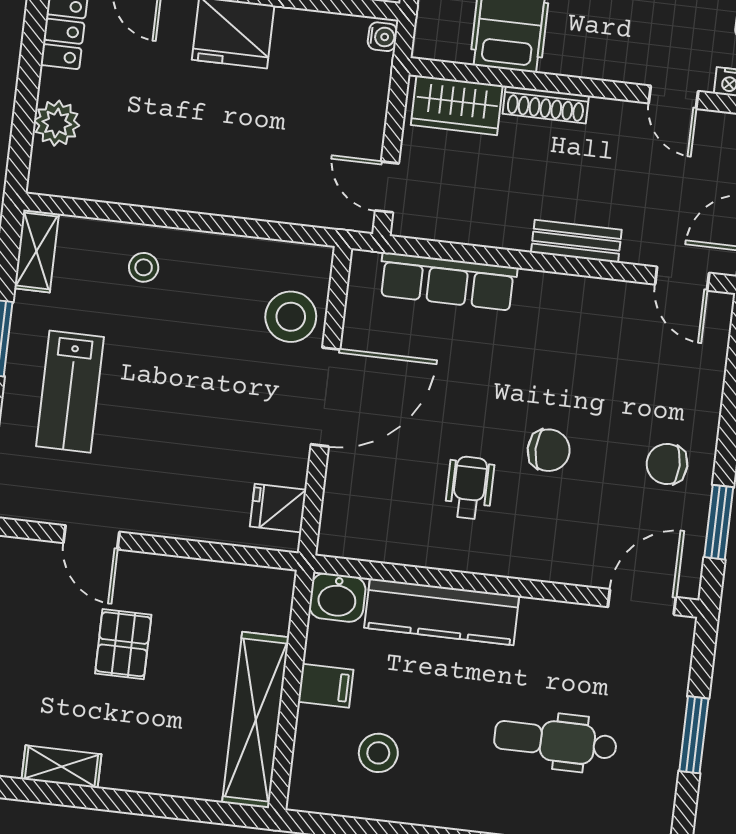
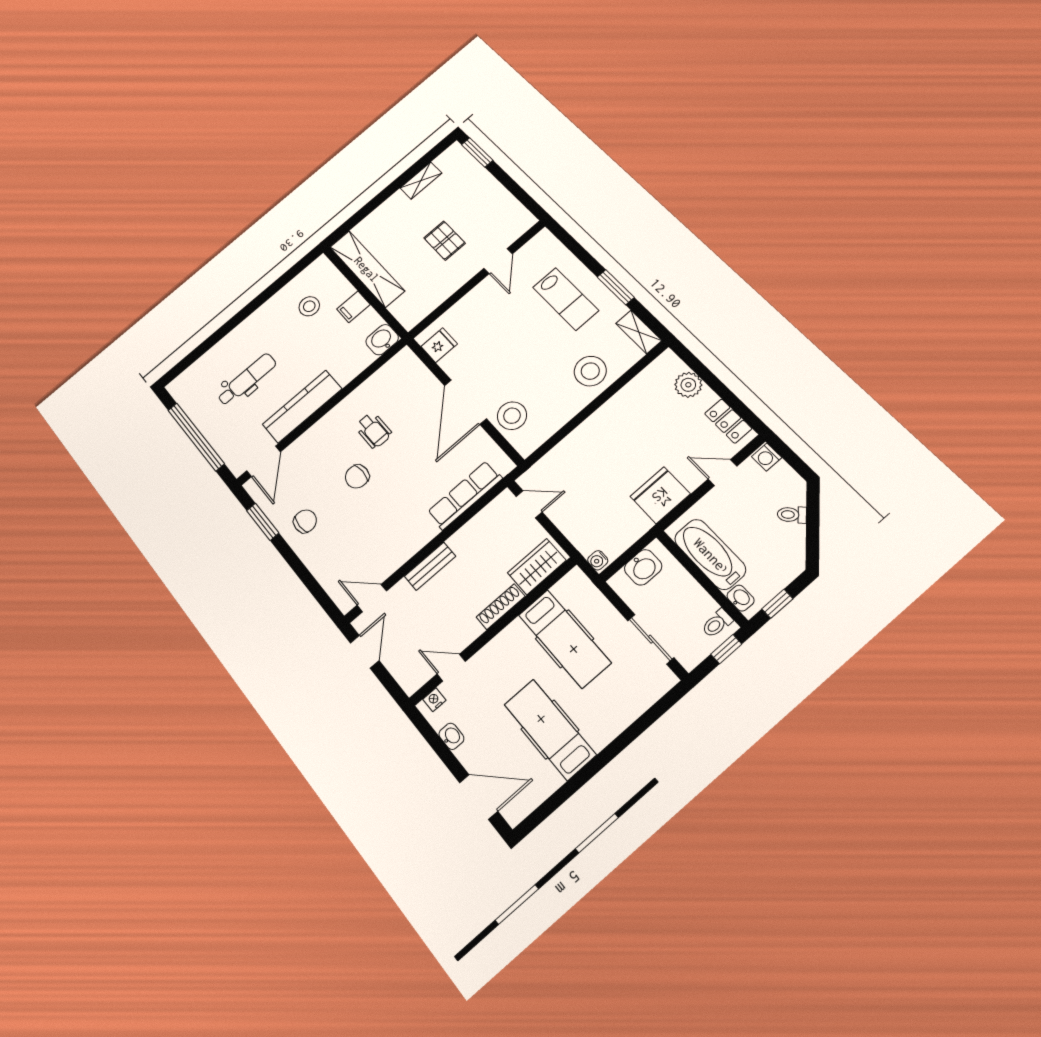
stool: (144, 267) -> (590, 371), width x1.89, depth x1.89
lab bench: (70, 392) -> (566, 299), turned 180
door: (91, 537) -> (498, 261), swing flipped
kitchen counter: (442, 612) -> (302, 407), moved
window: (694, 735) -> (196, 437), width x2.11

